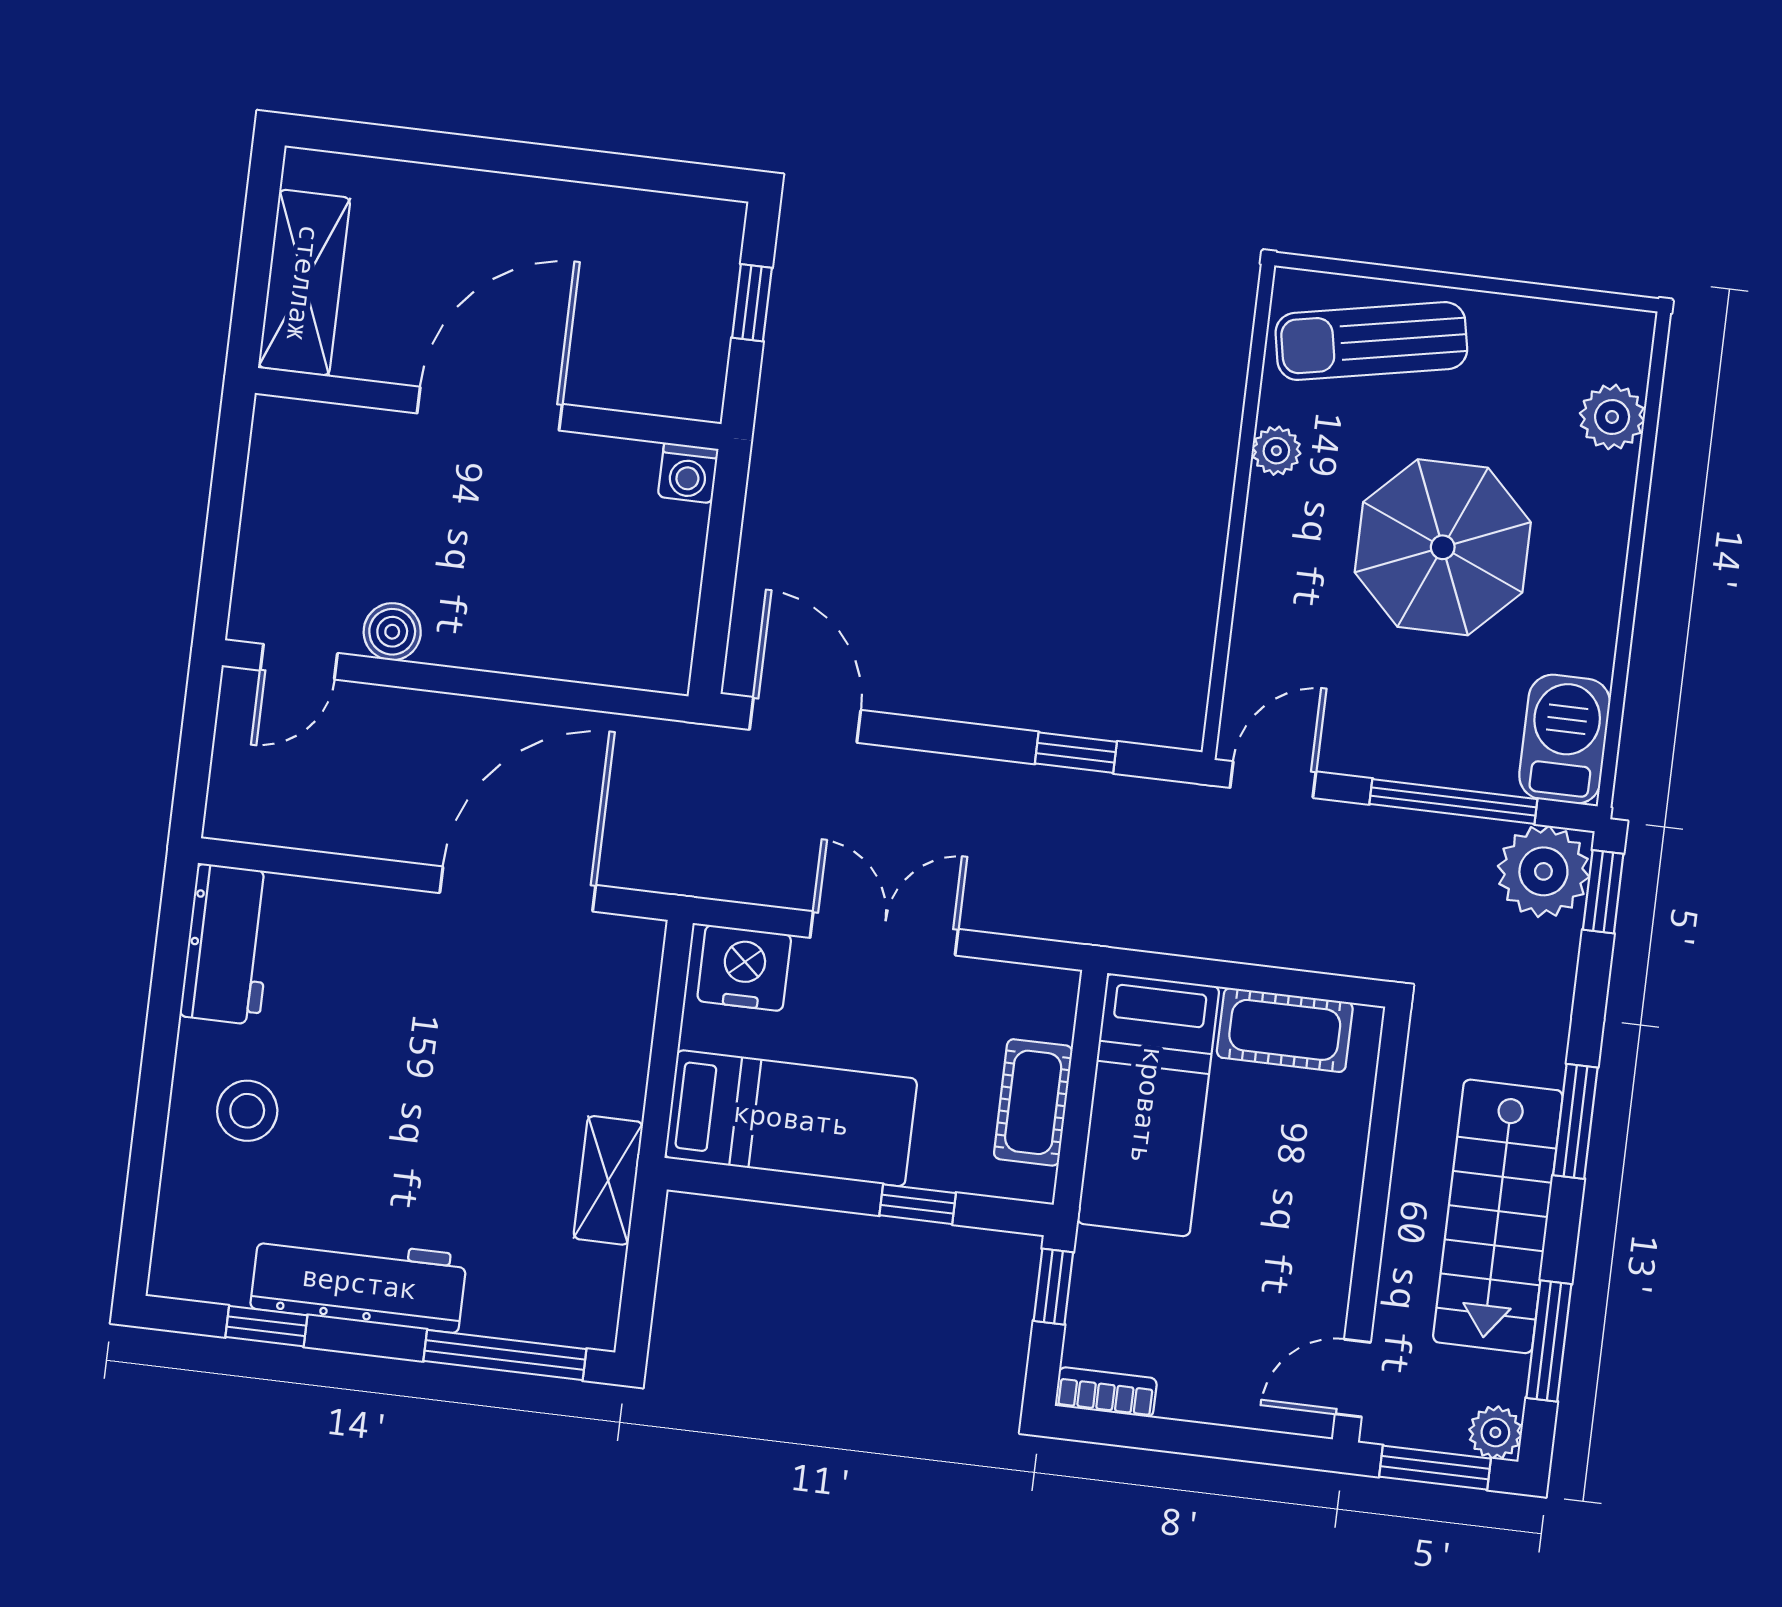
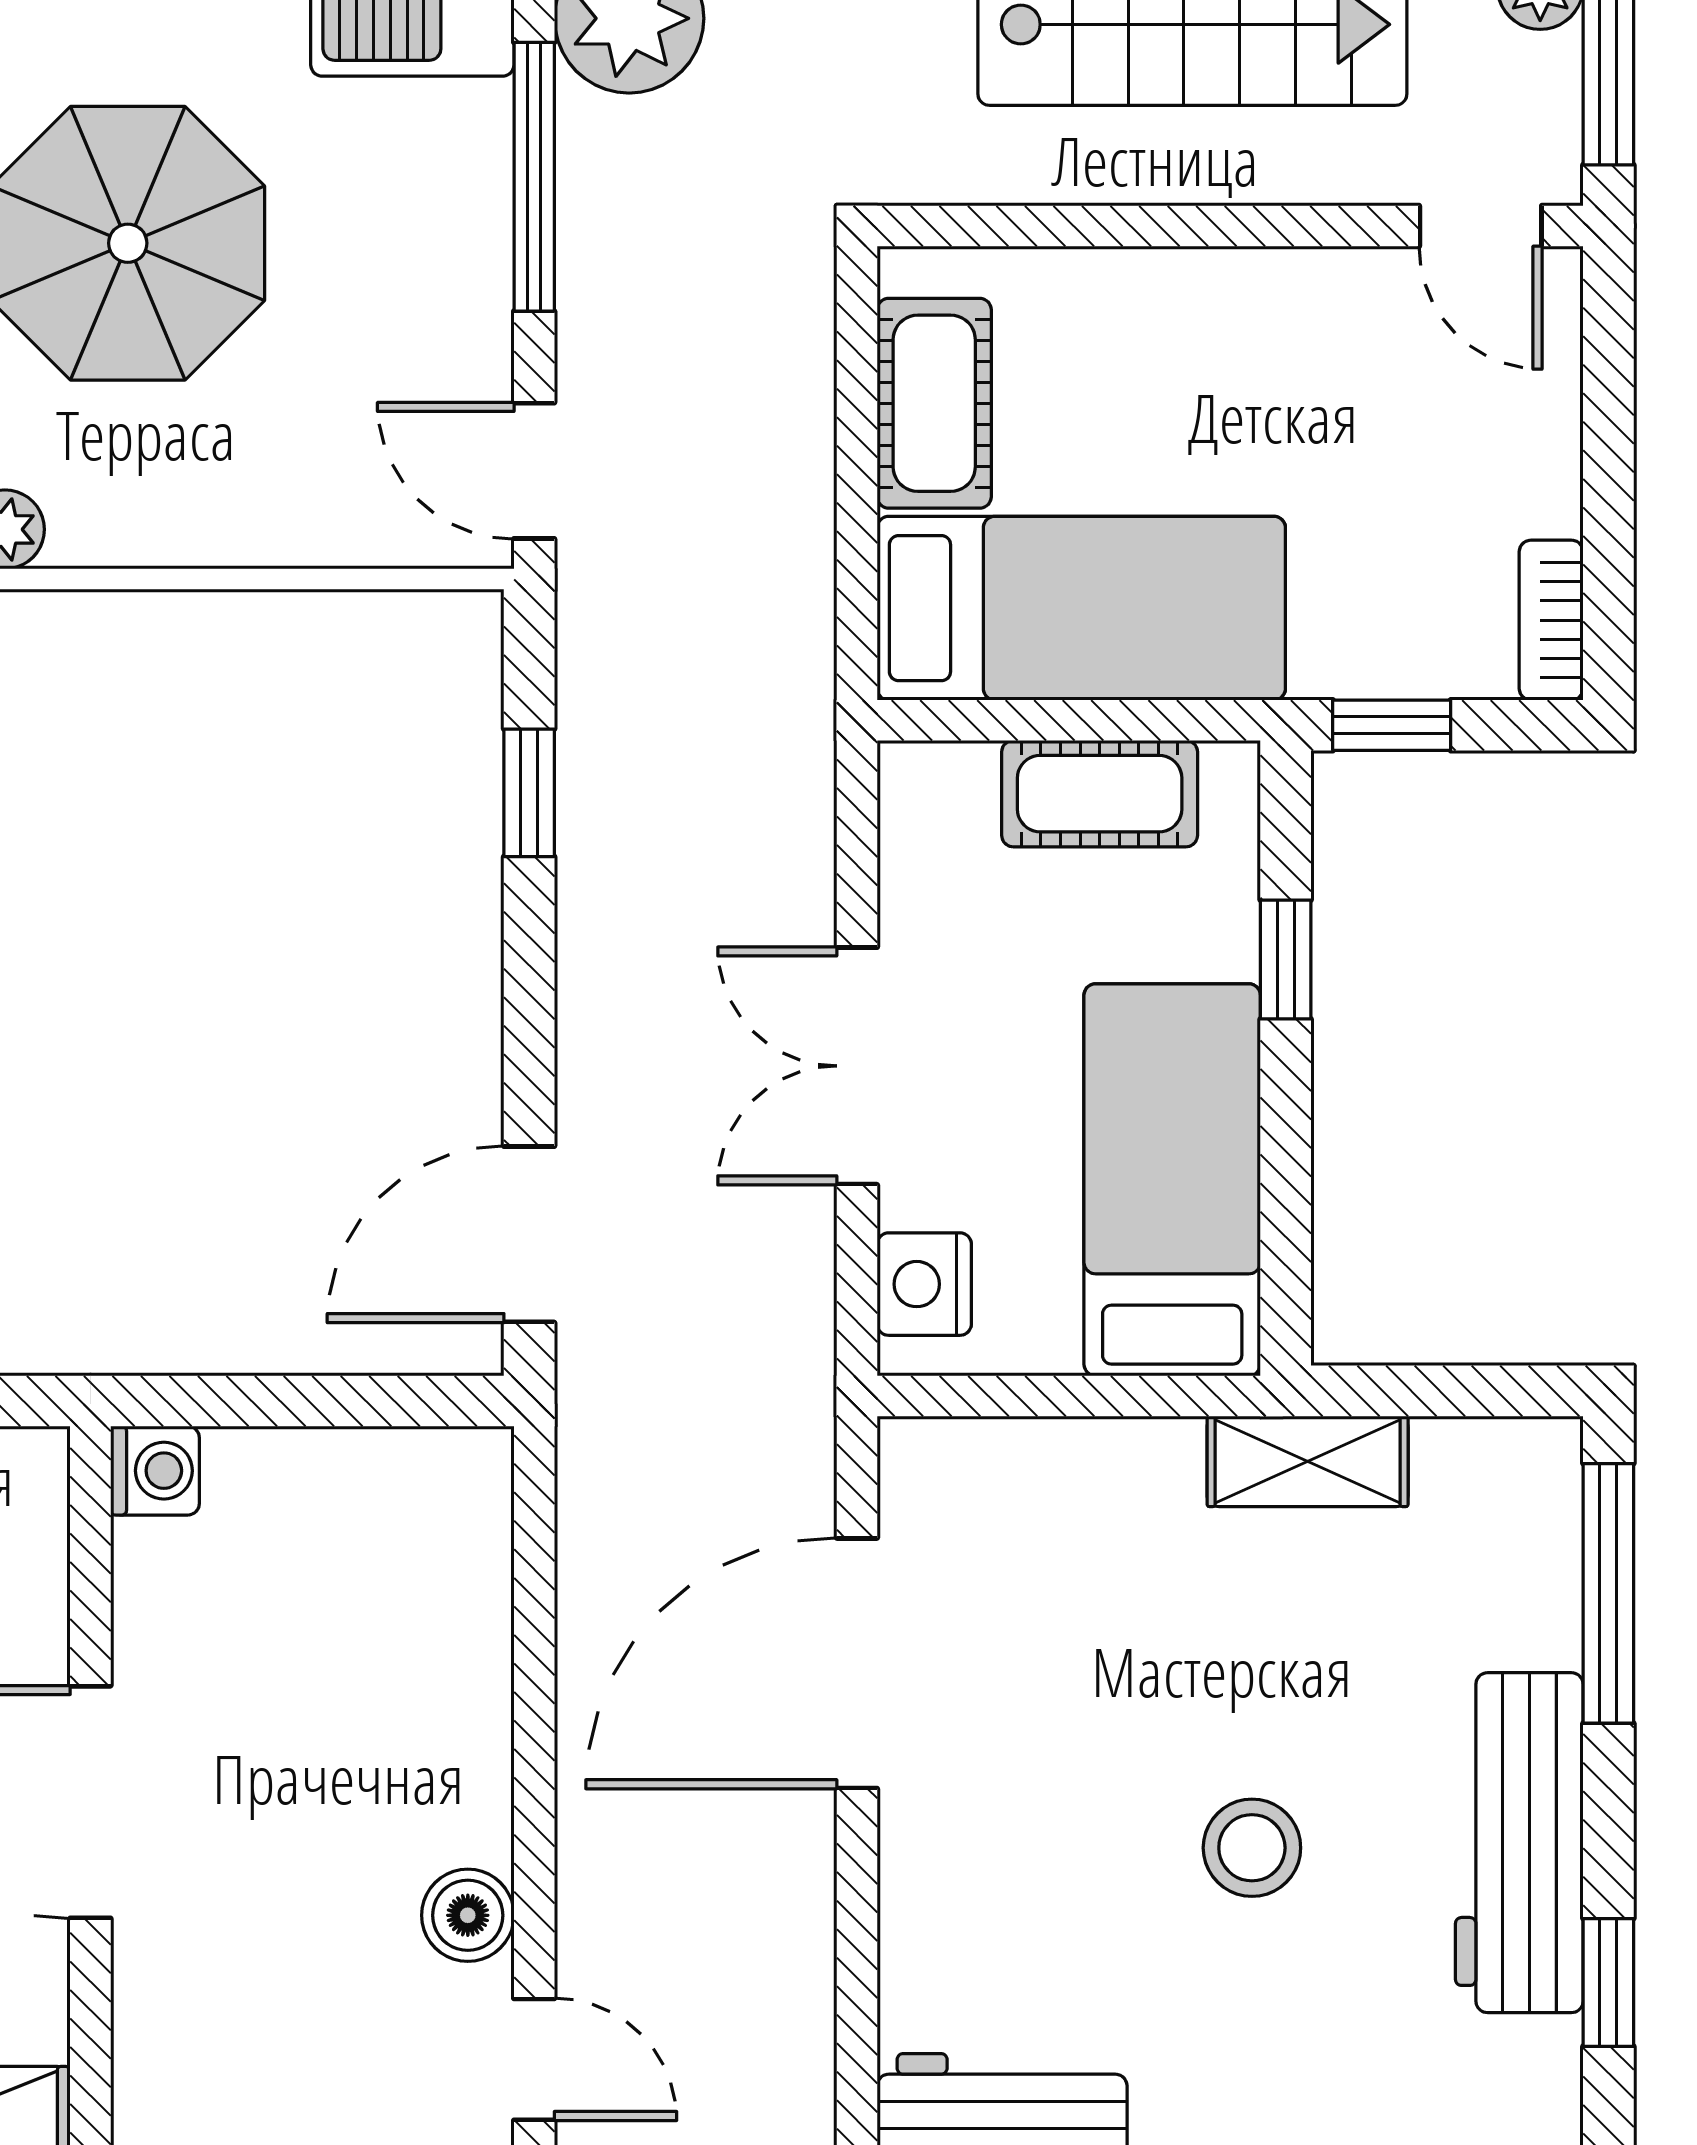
door: (518, 889) -> (857, 1663), hinge flipped
nightstand: (744, 968) -> (924, 1284), width x0.74, depth x0.75
stool: (247, 1111) -> (1252, 1848), moved

